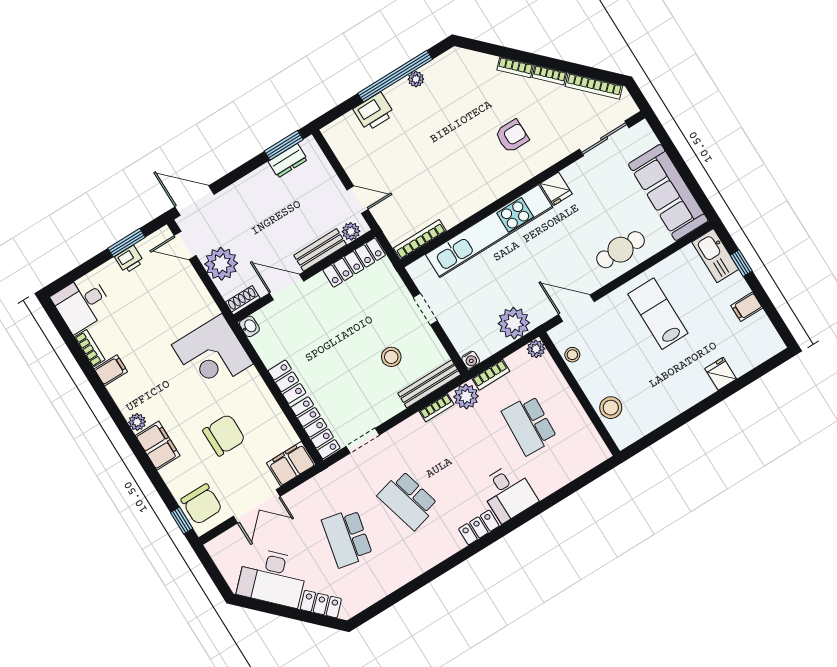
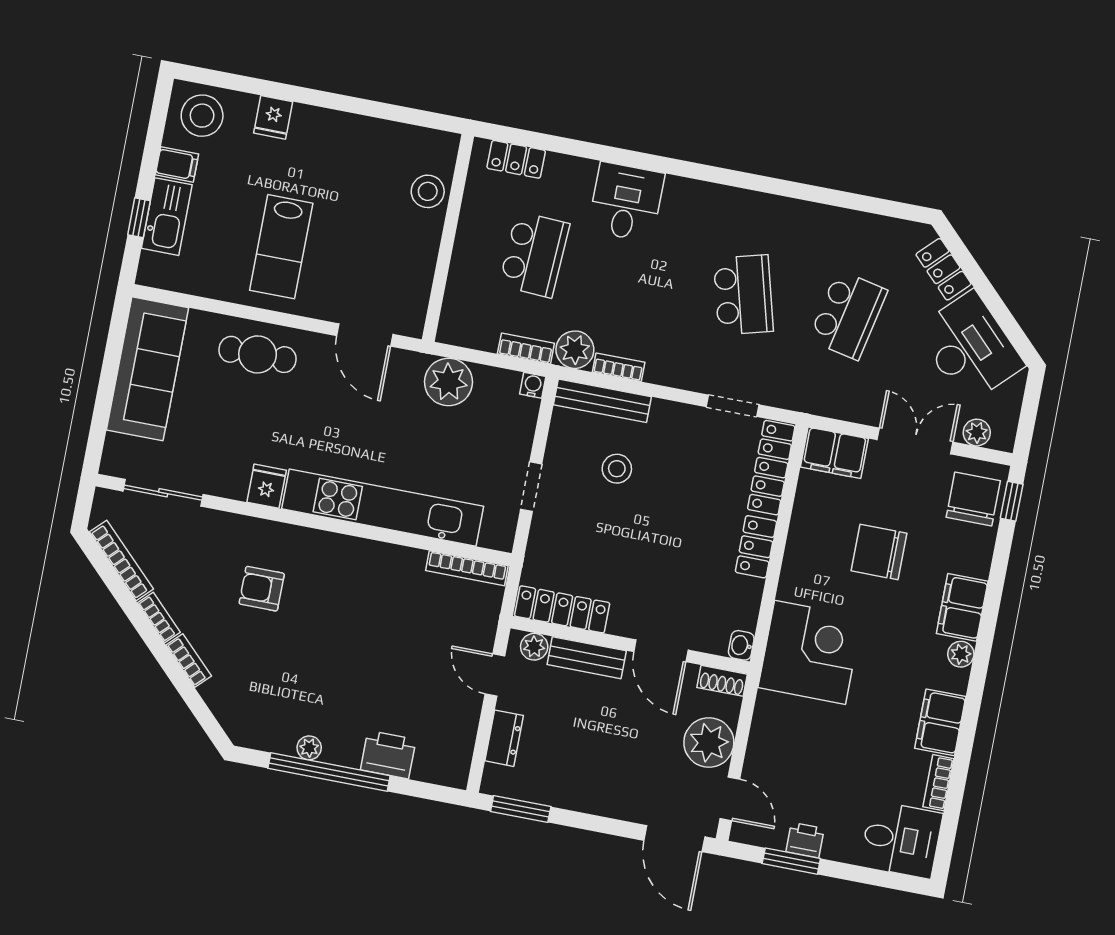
dresser: (288, 161) -> (504, 738), moved, turned 90
kitchen sink: (715, 256) -> (167, 217), moved
plant: (536, 349) -> (977, 433), moved
stool: (572, 355) -> (202, 116), moved, width x1.89, depth x1.89
filing cabinet: (111, 370) -> (940, 722), width x2.00
locker: (479, 527) -> (516, 159), moved

